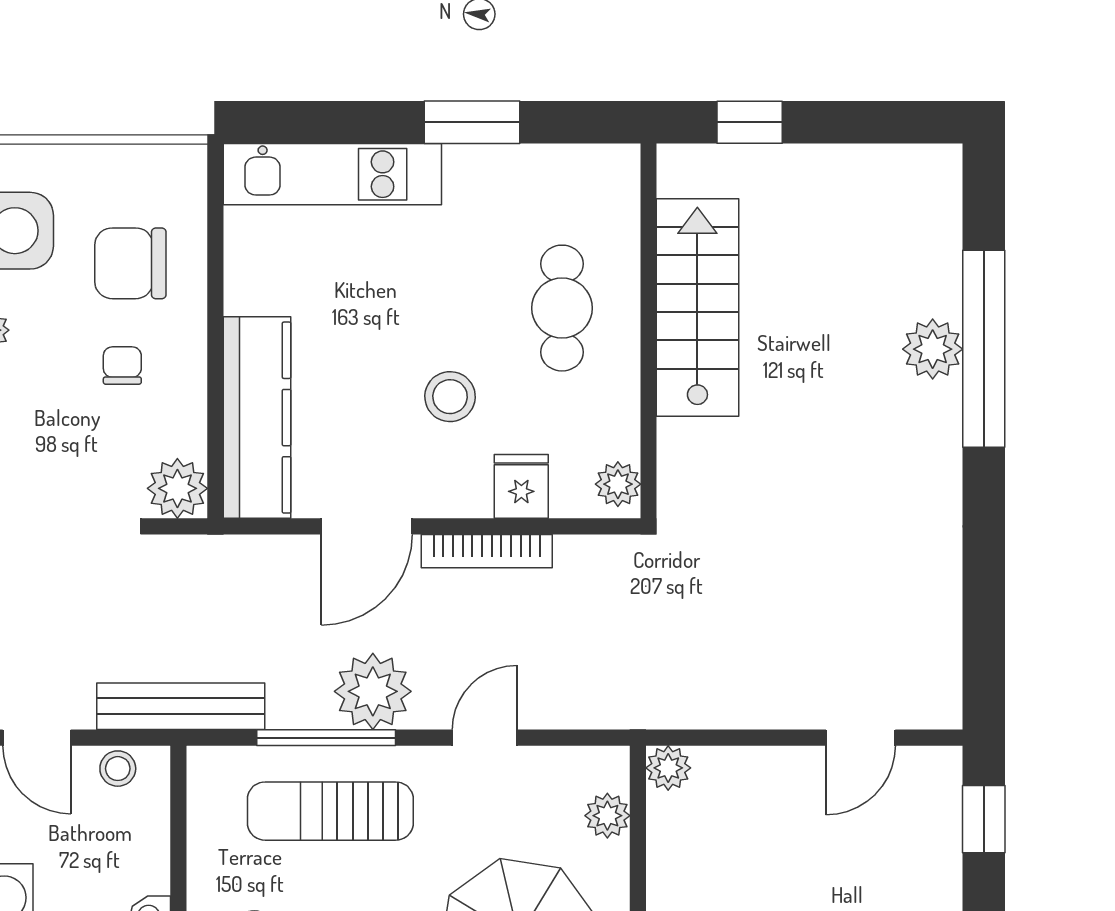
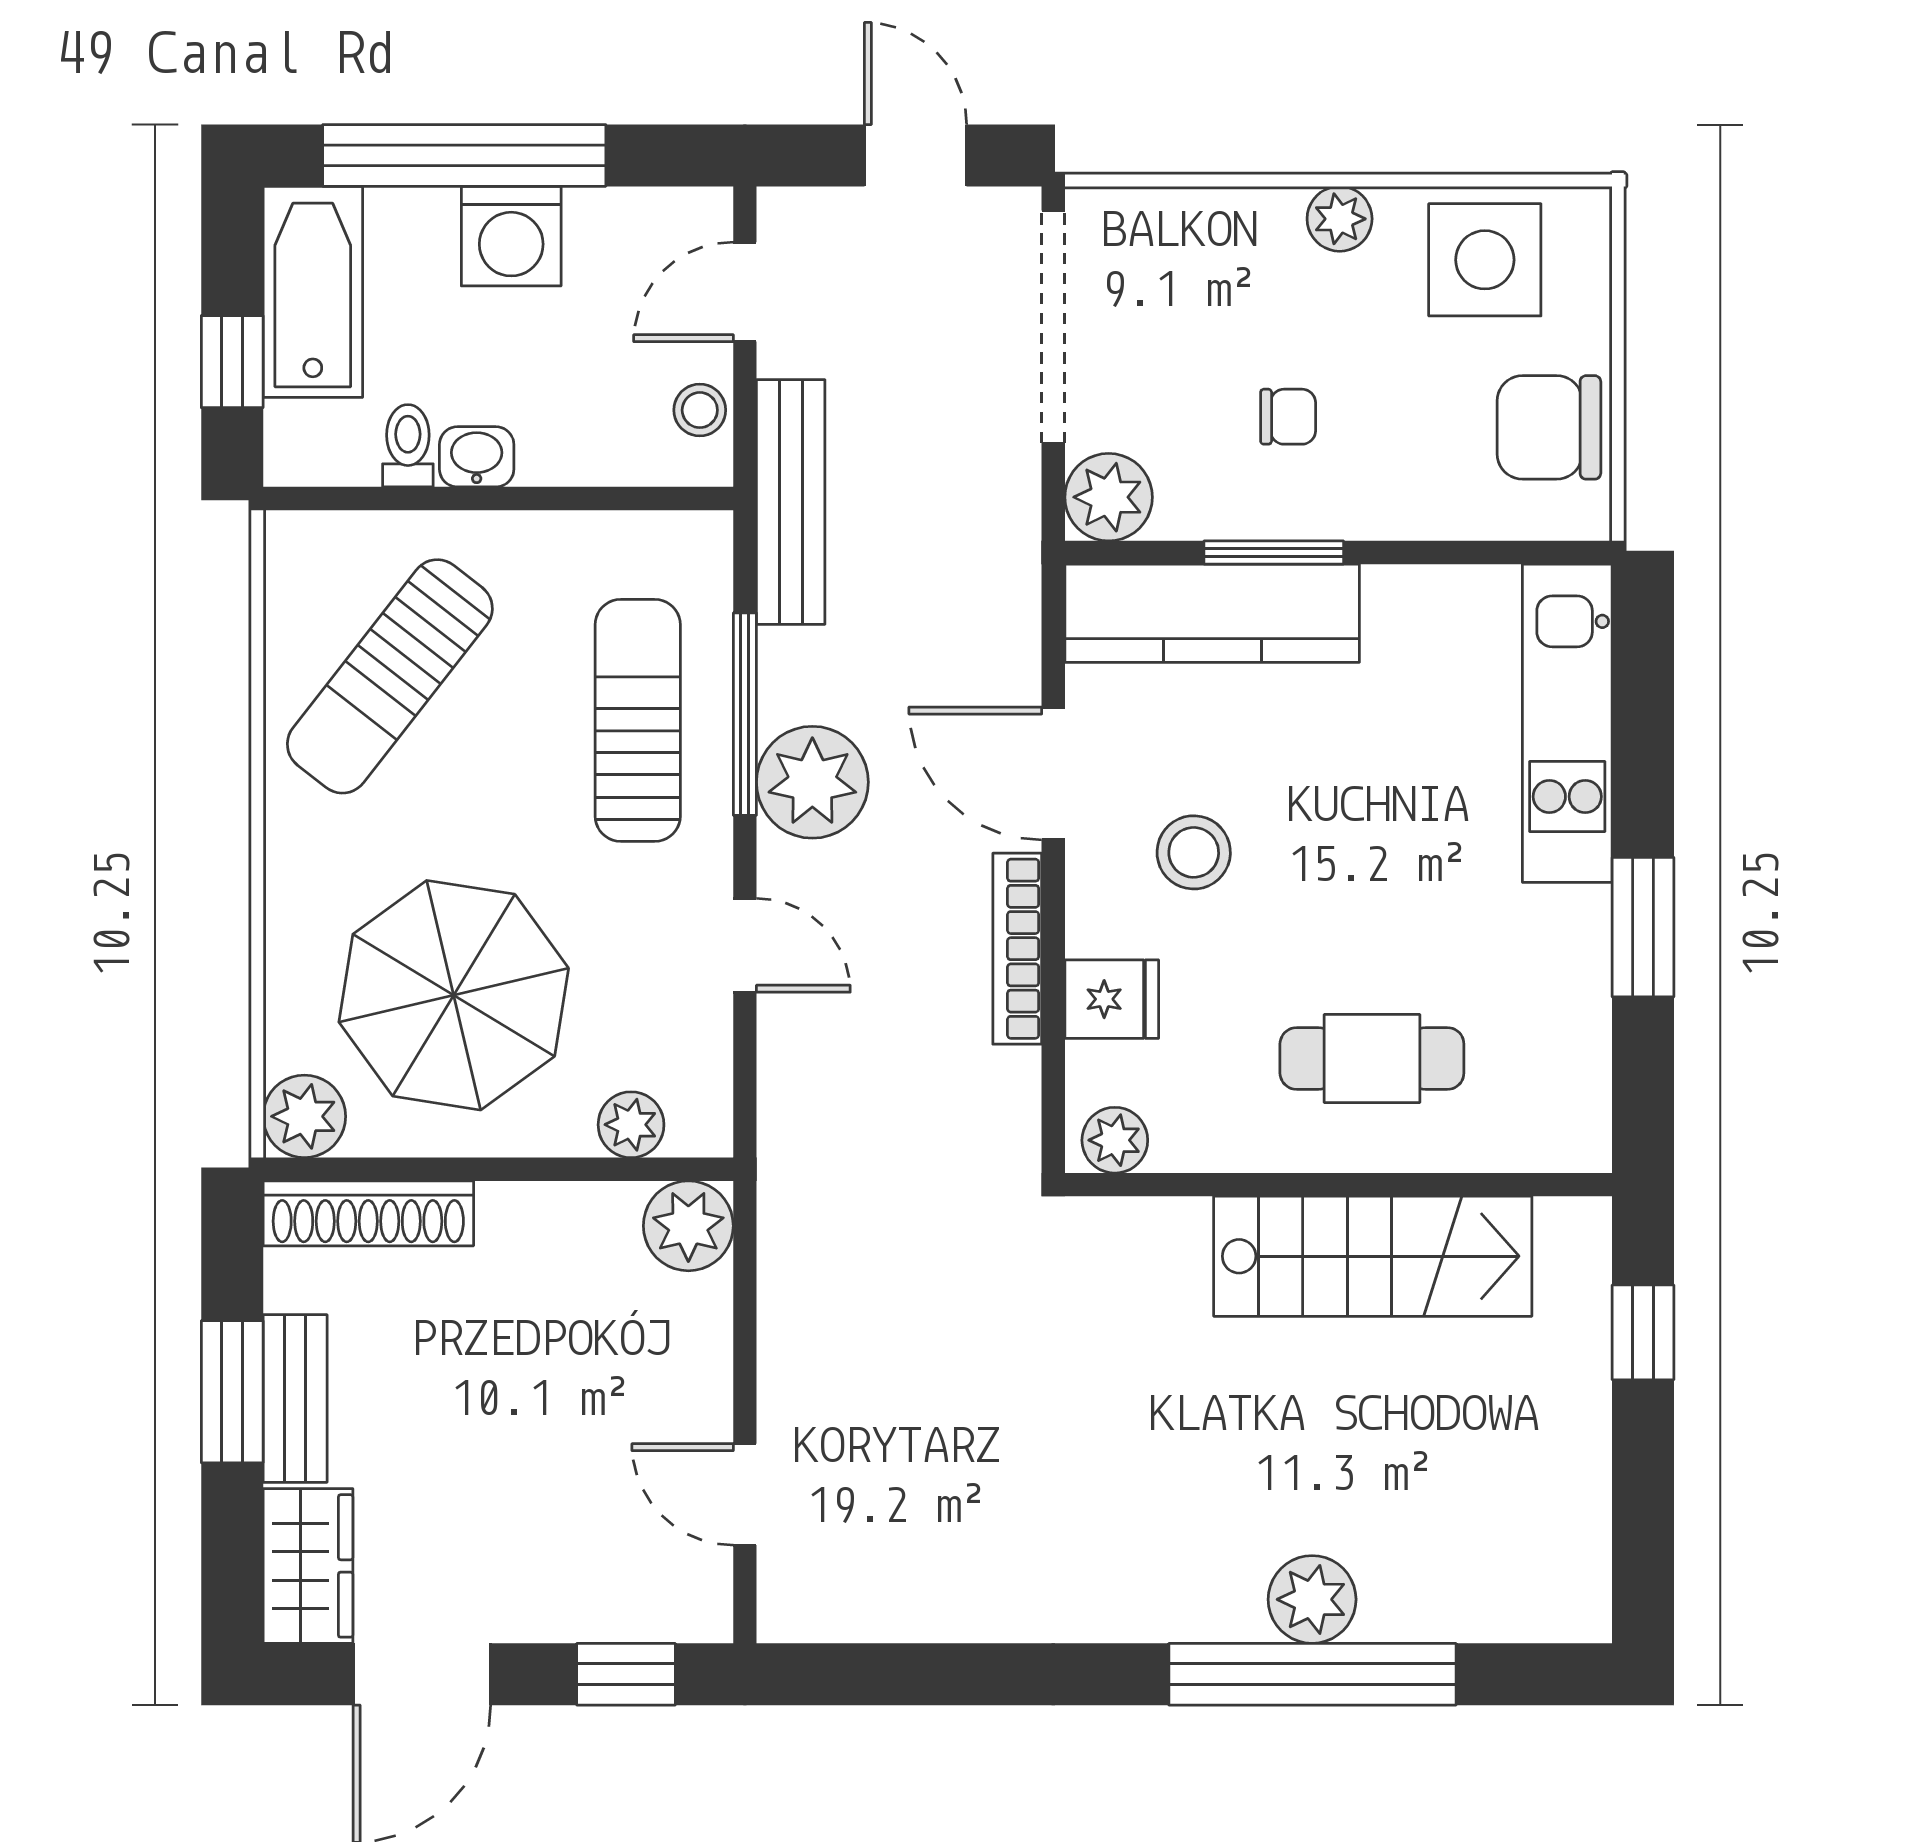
chair: (130, 263) -> (1549, 427), moved, turned -90
window: (215, 375) -> (1274, 552), added
stool: (450, 397) -> (1194, 852), moved
plant: (668, 768) -> (688, 1226), width x1.38, depth x1.38

